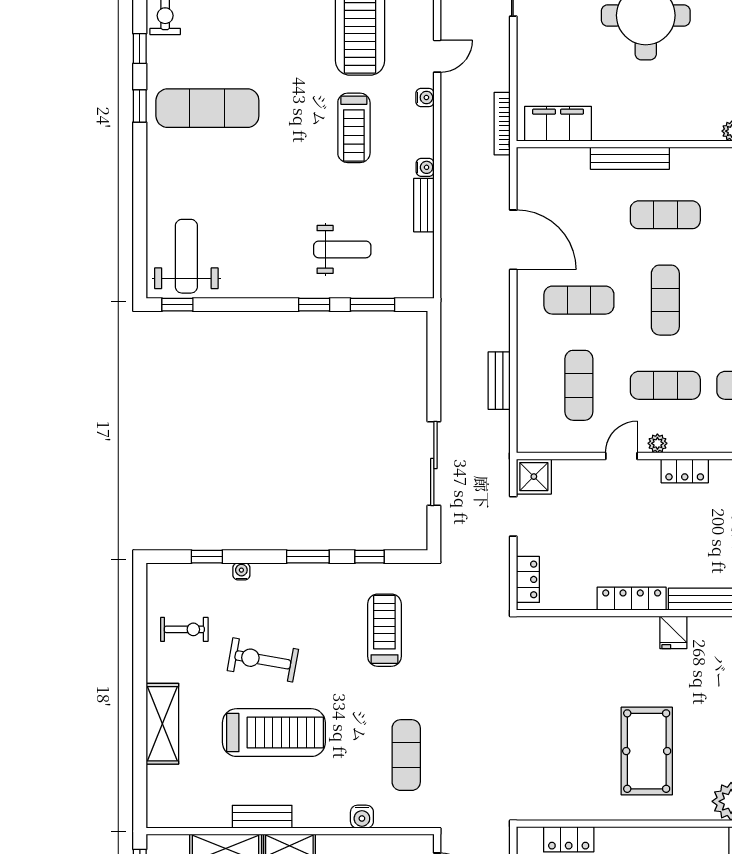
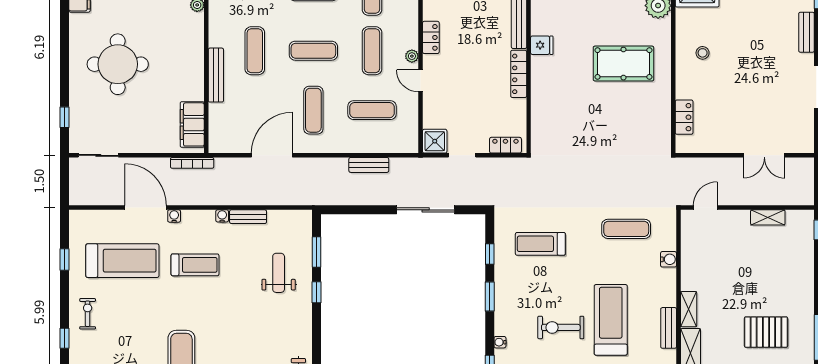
door: (437, 56) -> (146, 208), width x1.88
exercise bike: (263, 660) -> (561, 327), turned 80

